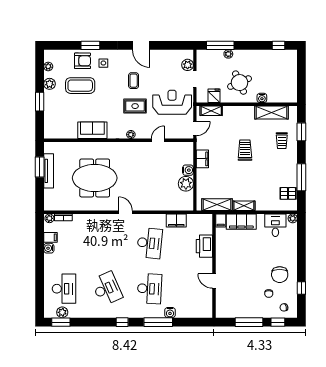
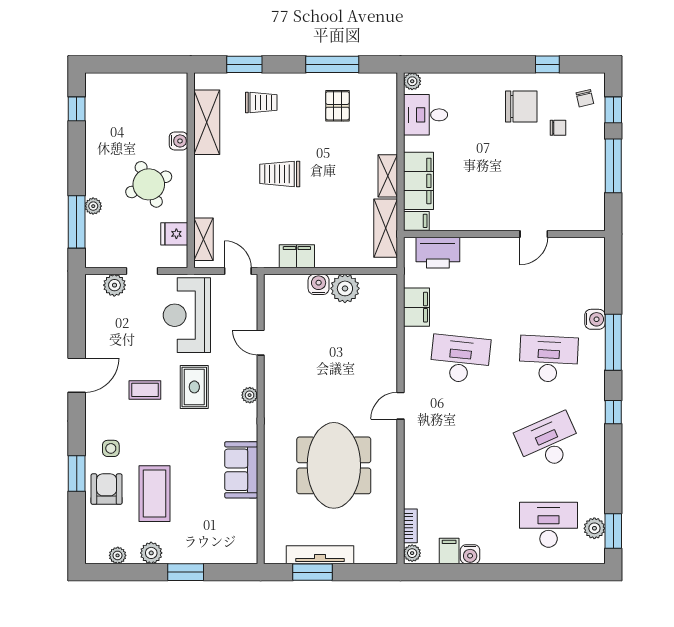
pallet: (288, 193) -> (337, 106), moved
printer: (204, 246) -> (438, 253), moved

